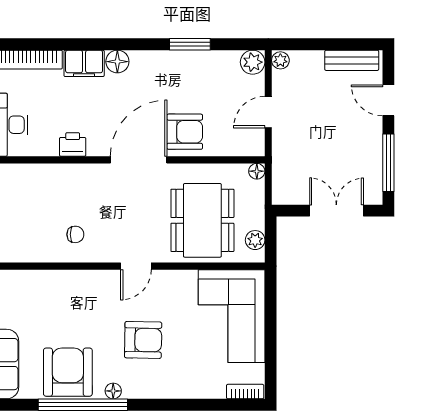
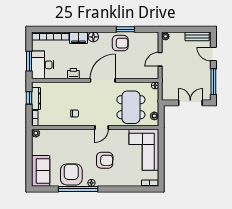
plant: (253, 62) -> (153, 37), removed
armchair: (185, 132) -> (120, 43), moved

